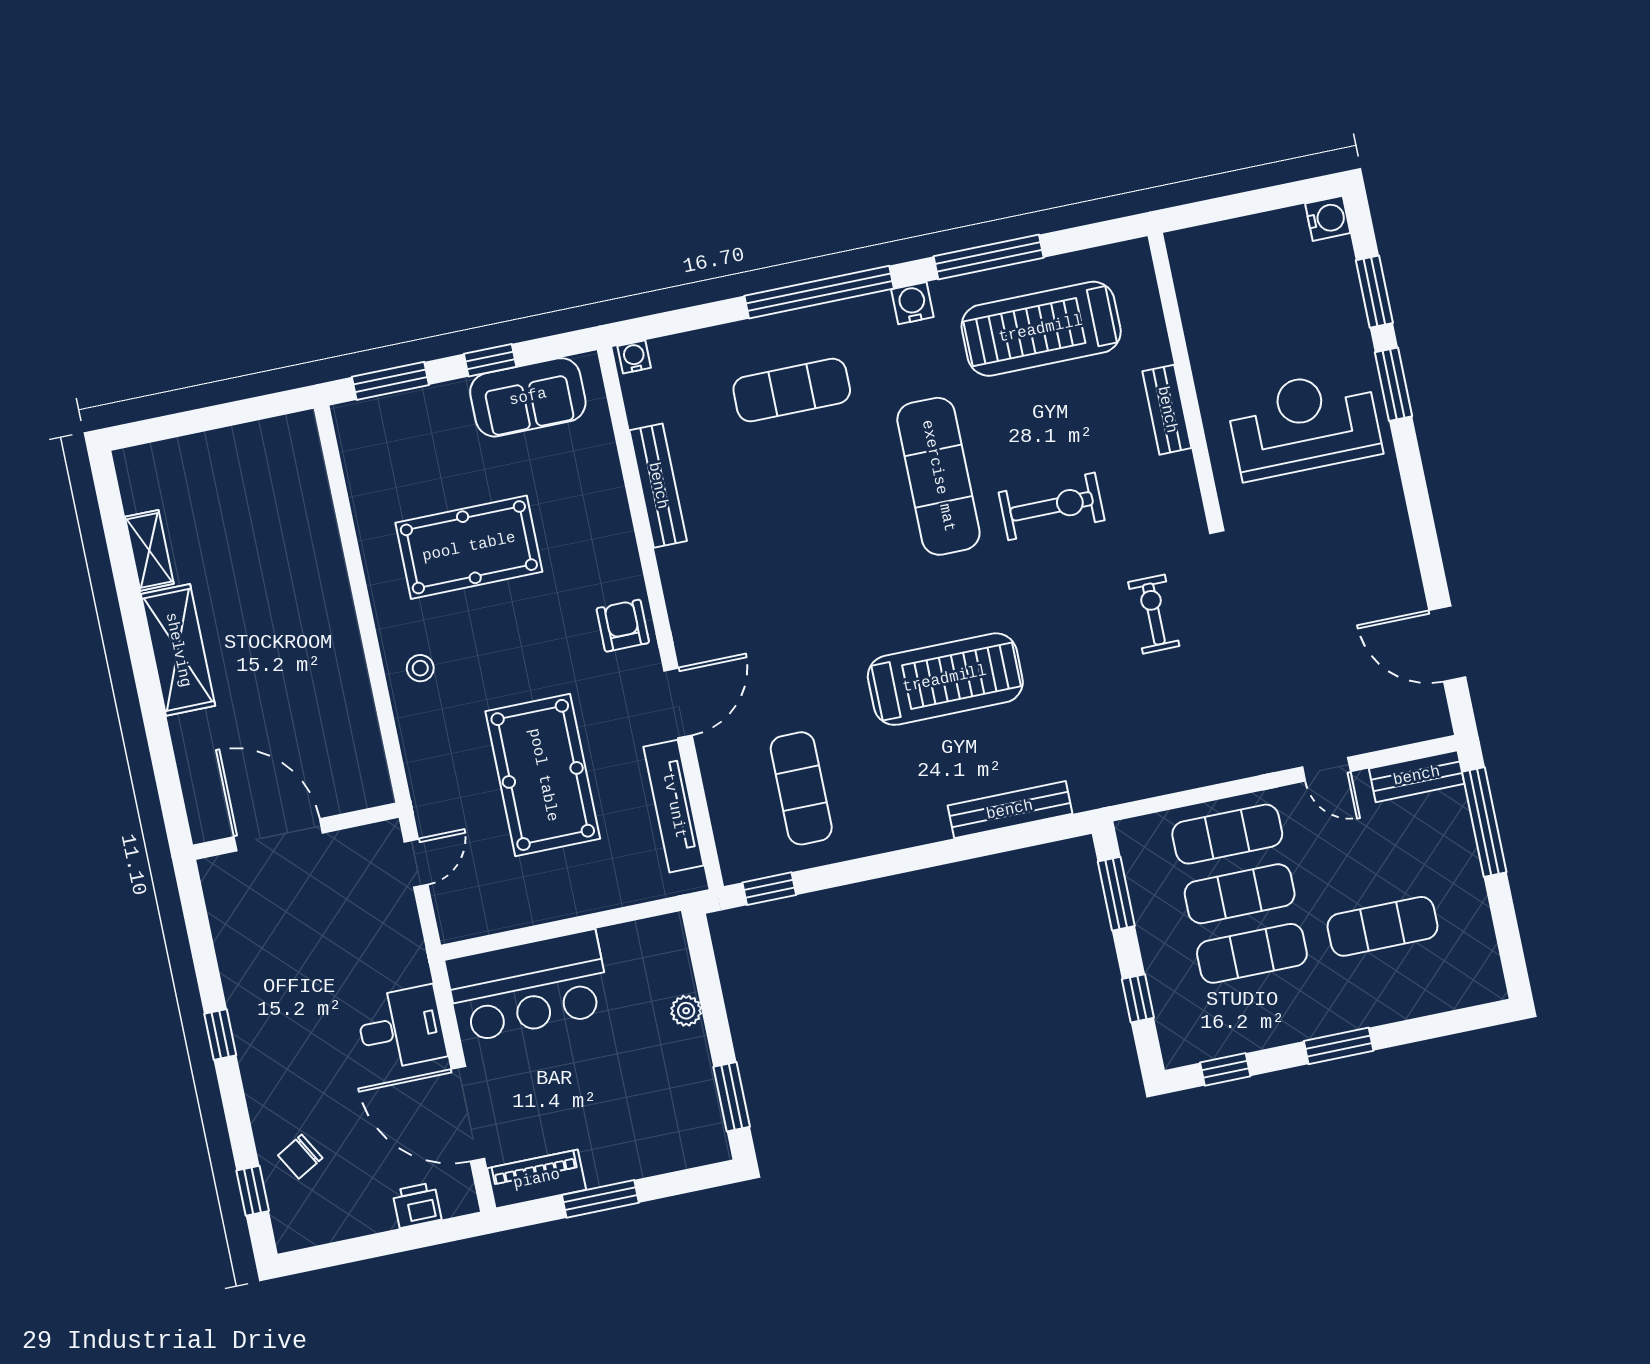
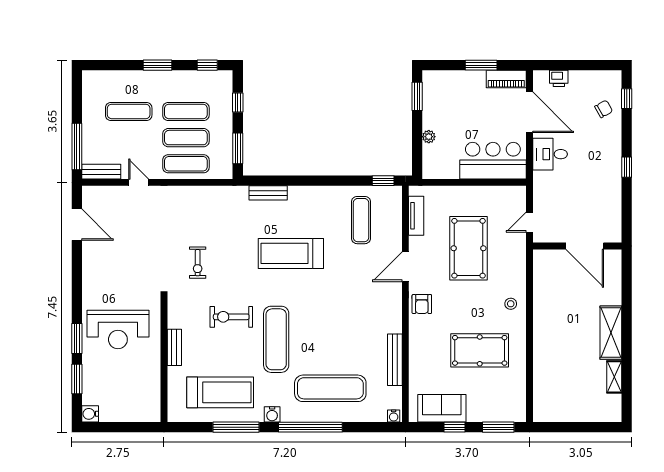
exercise mat: (792, 390) -> (330, 388), width x1.36, depth x1.45
tv unit: (674, 806) -> (416, 216), width x0.71
bench: (1010, 810) -> (268, 193), width x0.73

